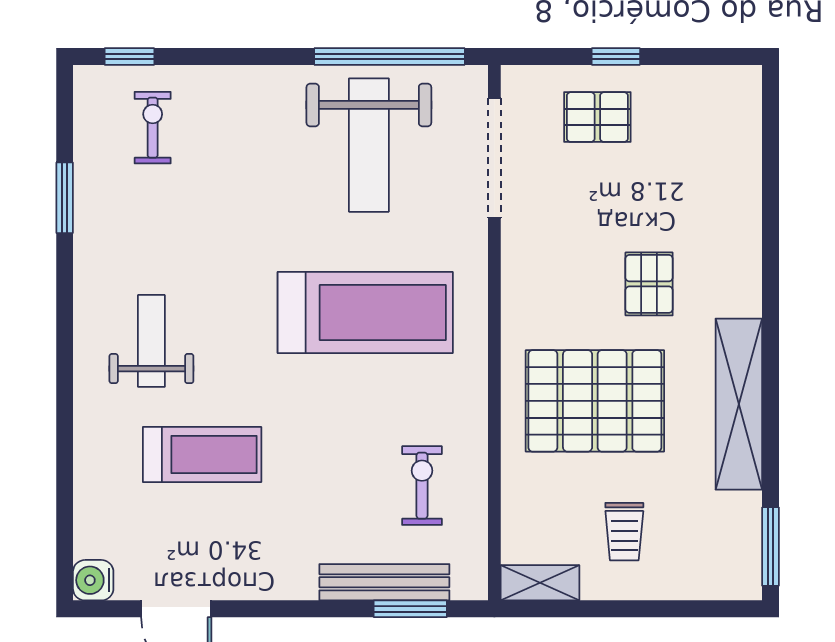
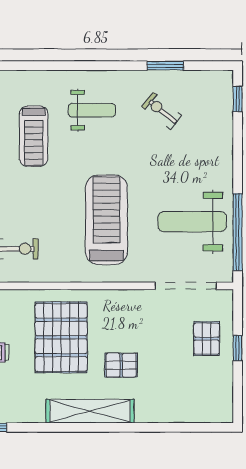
exercise bike: (153, 128) -> (162, 111), moved, turned -141
treadmill: (365, 312) -> (106, 220), turned 180
shelving: (739, 404) -> (90, 411), moved

